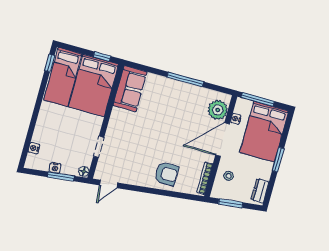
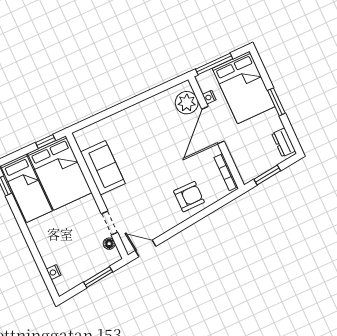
window: (185, 79) -> (136, 100), removed
sofa: (130, 89) -> (103, 168), moved
nightstand: (55, 168) -> (87, 274), removed
floor lamp: (84, 171) -> (109, 244), moved
stool: (229, 176) -> (245, 153), removed
door: (109, 184) -> (146, 248), swing flipped

